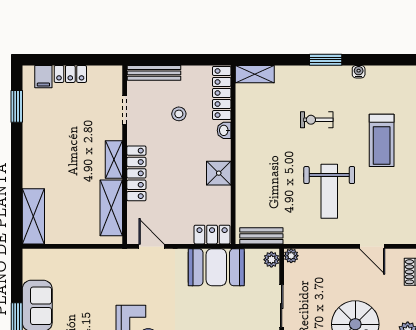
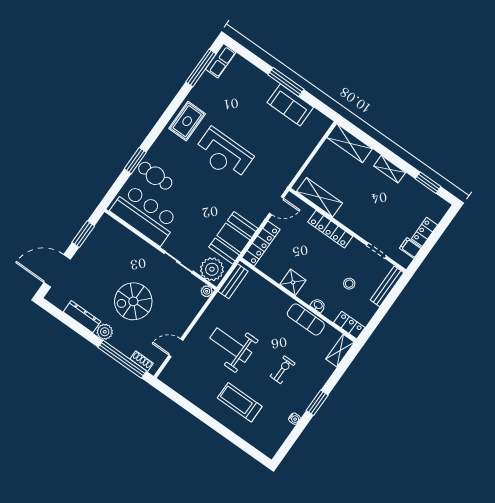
filing cabinet: (43, 77) -> (410, 248), moved
locker: (222, 93) -> (349, 325), width x0.66
exercise mat: (248, 133) -> (306, 319), added
shelving: (114, 160) -> (390, 169), moved
locker: (212, 235) -> (261, 244), width x1.53
plant: (271, 260) -> (212, 269), width x1.87, depth x1.87

